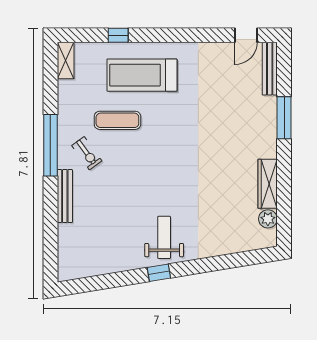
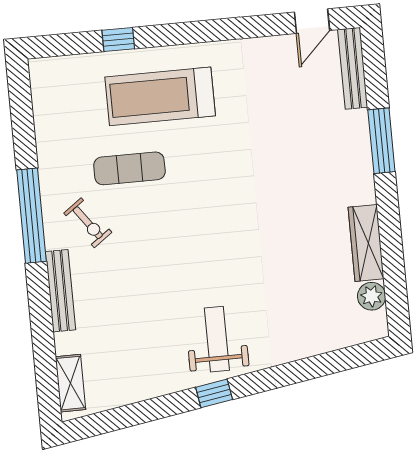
shelving: (66, 61) -> (70, 383), moved

